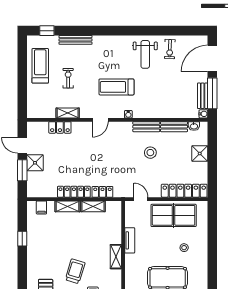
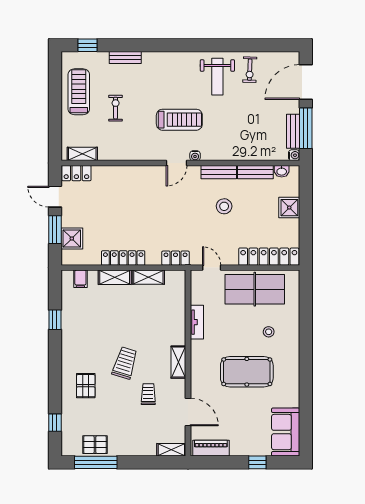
bench: (75, 40) -> (125, 58), width x0.73
treadmill: (116, 87) -> (179, 120), turned 180
shelving: (68, 113) -> (82, 154), moved
door: (100, 120) -> (177, 163), moved
locker: (60, 127) -> (76, 173), moved
shower: (35, 163) -> (72, 238), moved
locker: (102, 192) -> (175, 258), moved
shelving: (116, 257) -> (178, 362), moved

